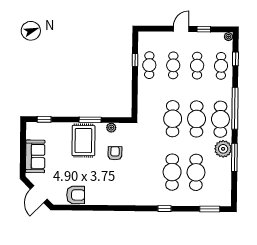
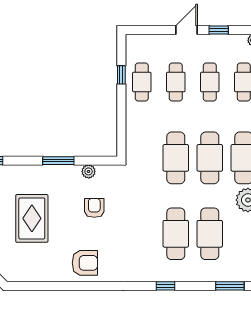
rug: (83, 141) -> (32, 218), moved
armchair: (76, 195) -> (85, 263), moved

